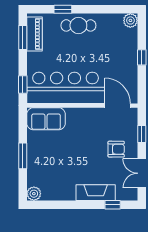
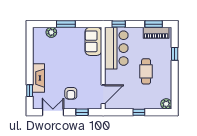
cafe table: (78, 25) -> (146, 71), moved
bar counter: (66, 88) -> (116, 48), width x0.73
plant: (34, 194) -> (51, 32), moved

